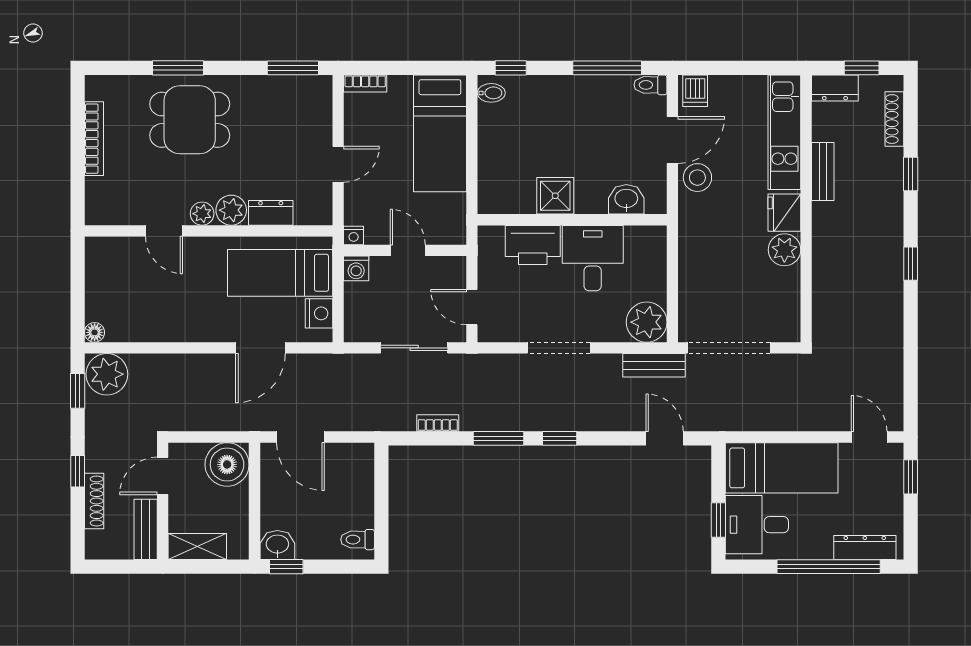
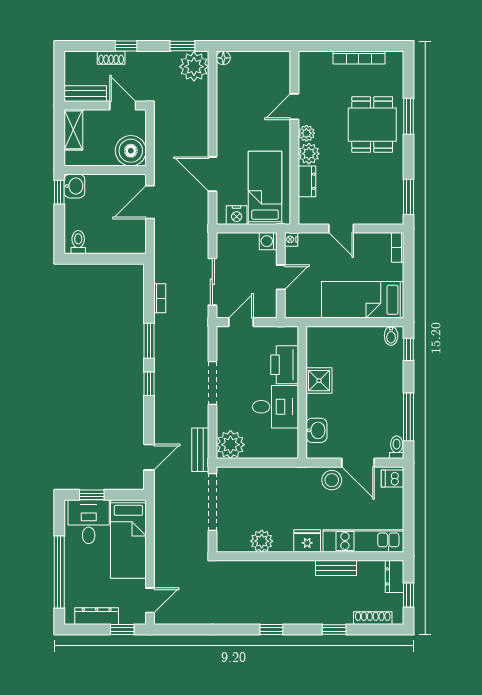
plant: (784, 250) -> (262, 541), moved
shoe rack: (94, 501) -> (111, 58), width x0.70
dresser: (865, 547) -> (97, 616), moved, turned -90

